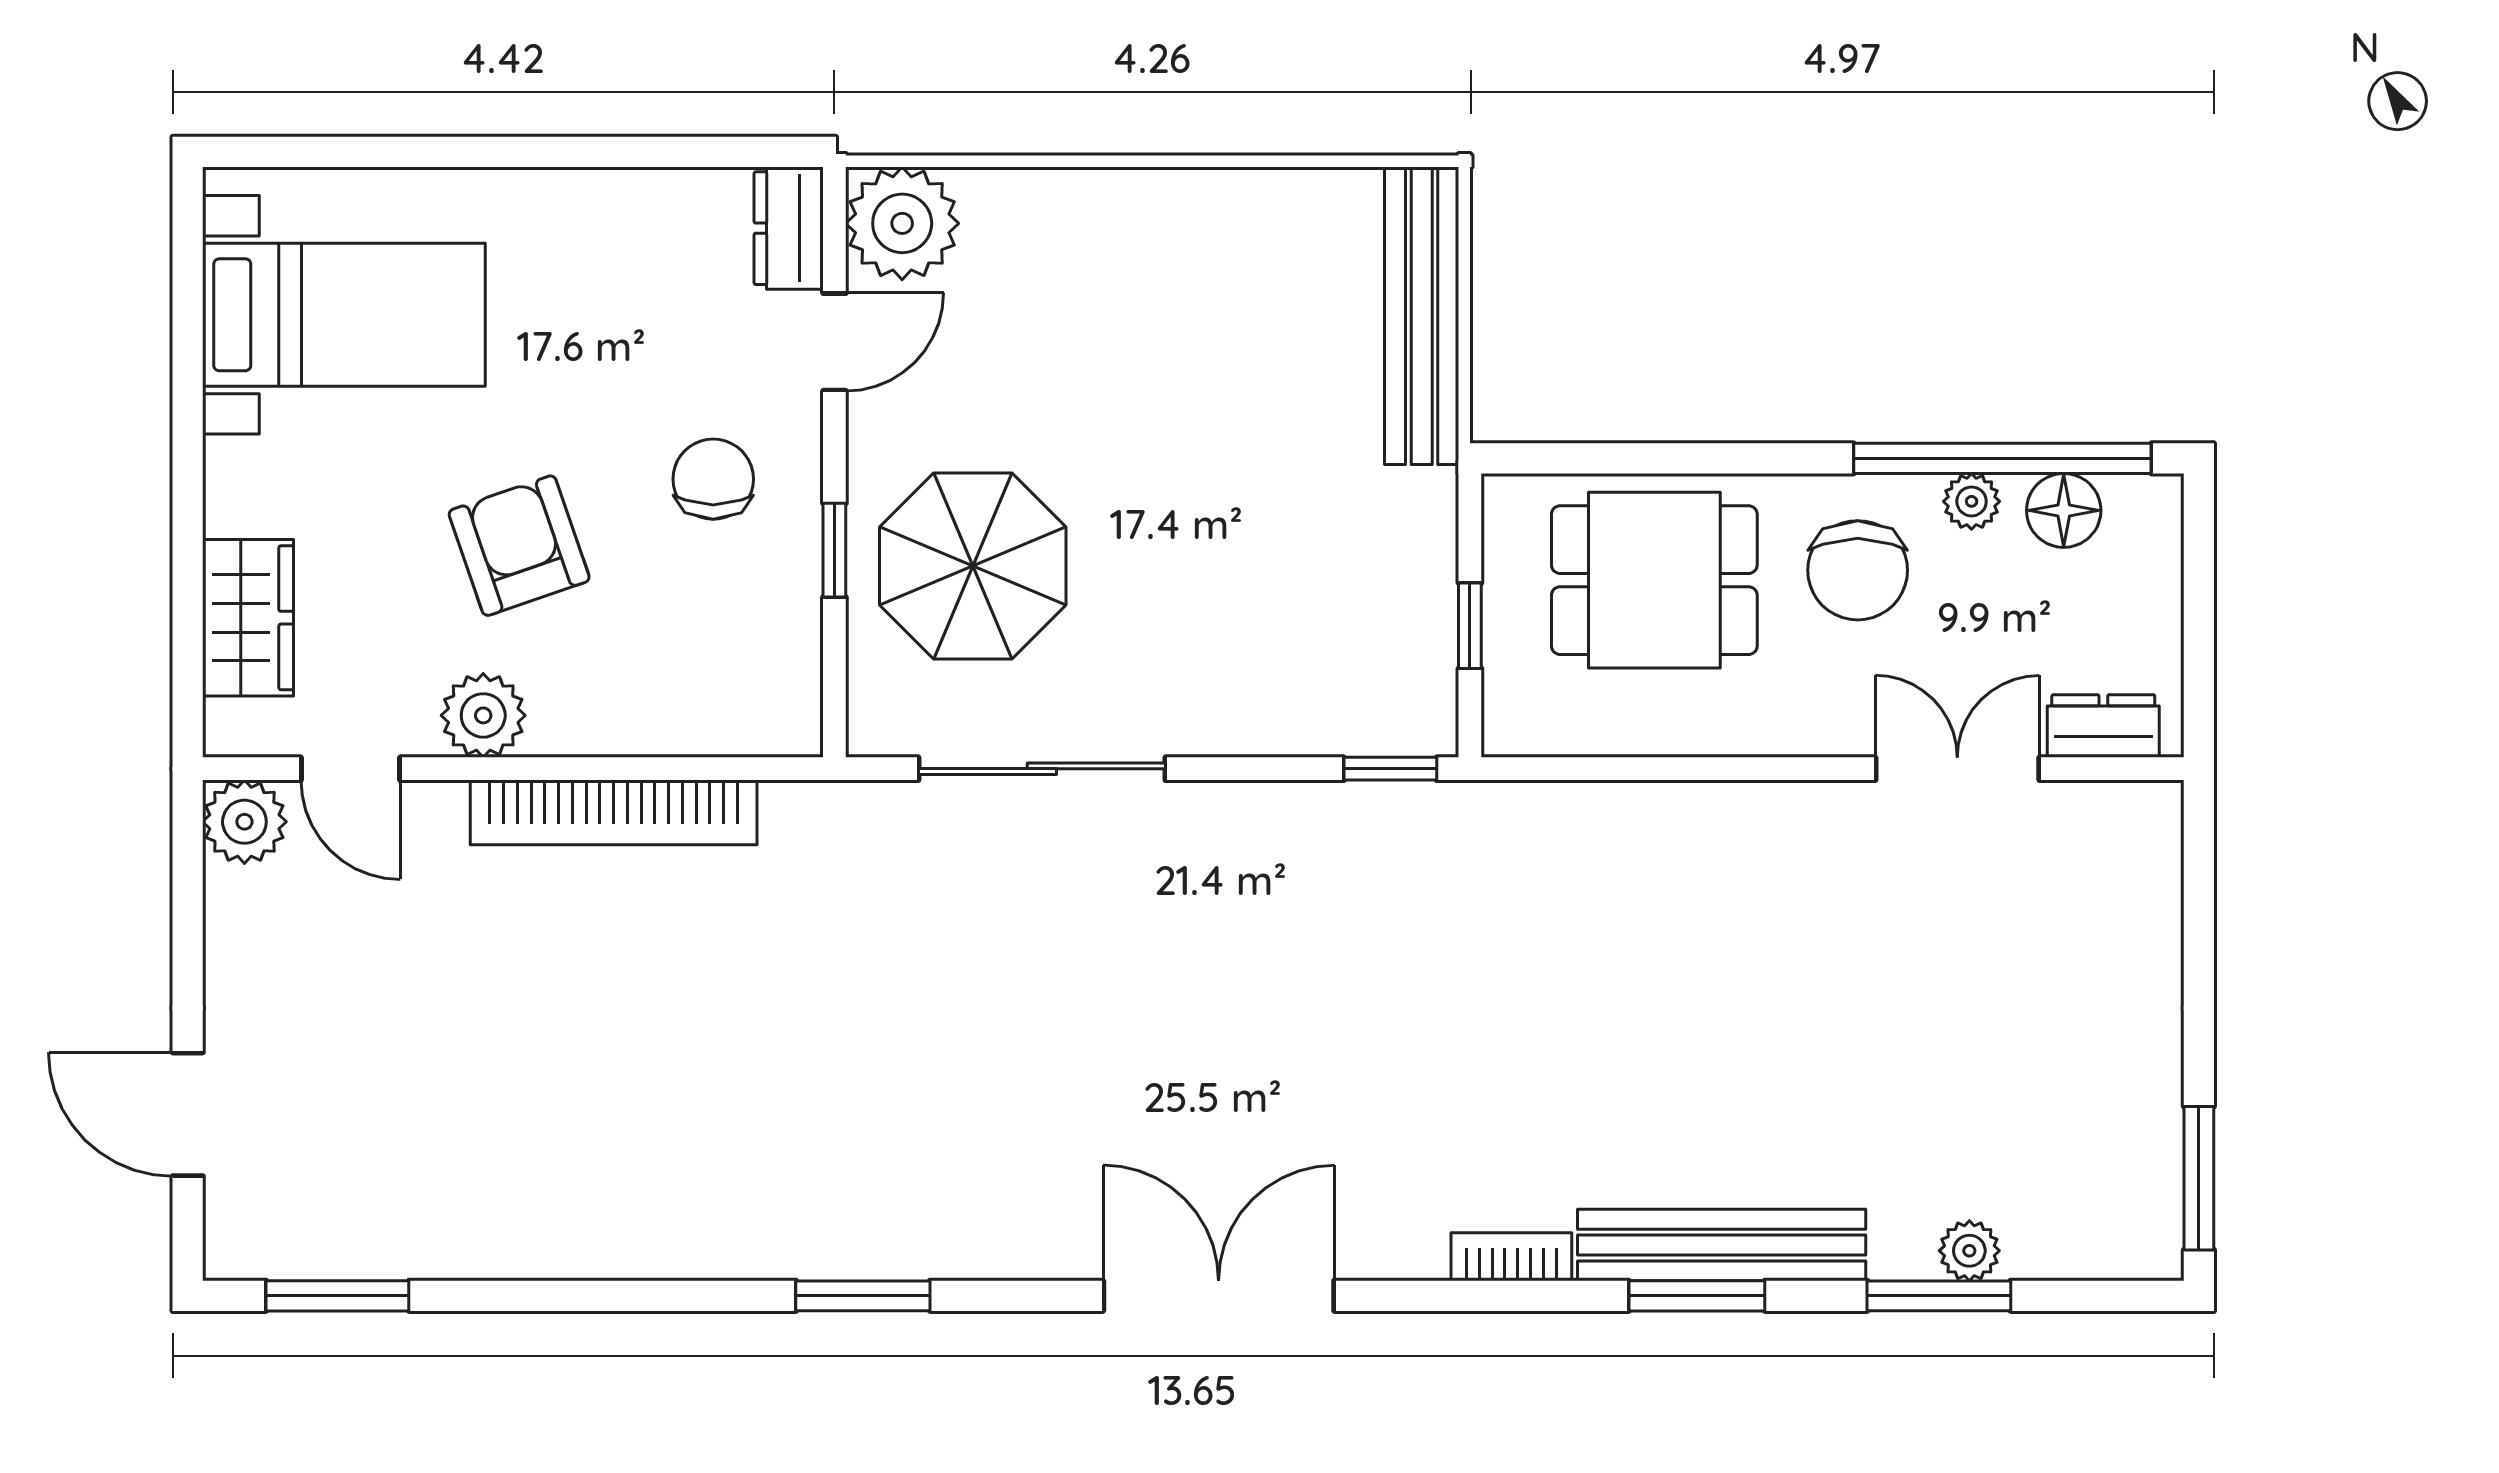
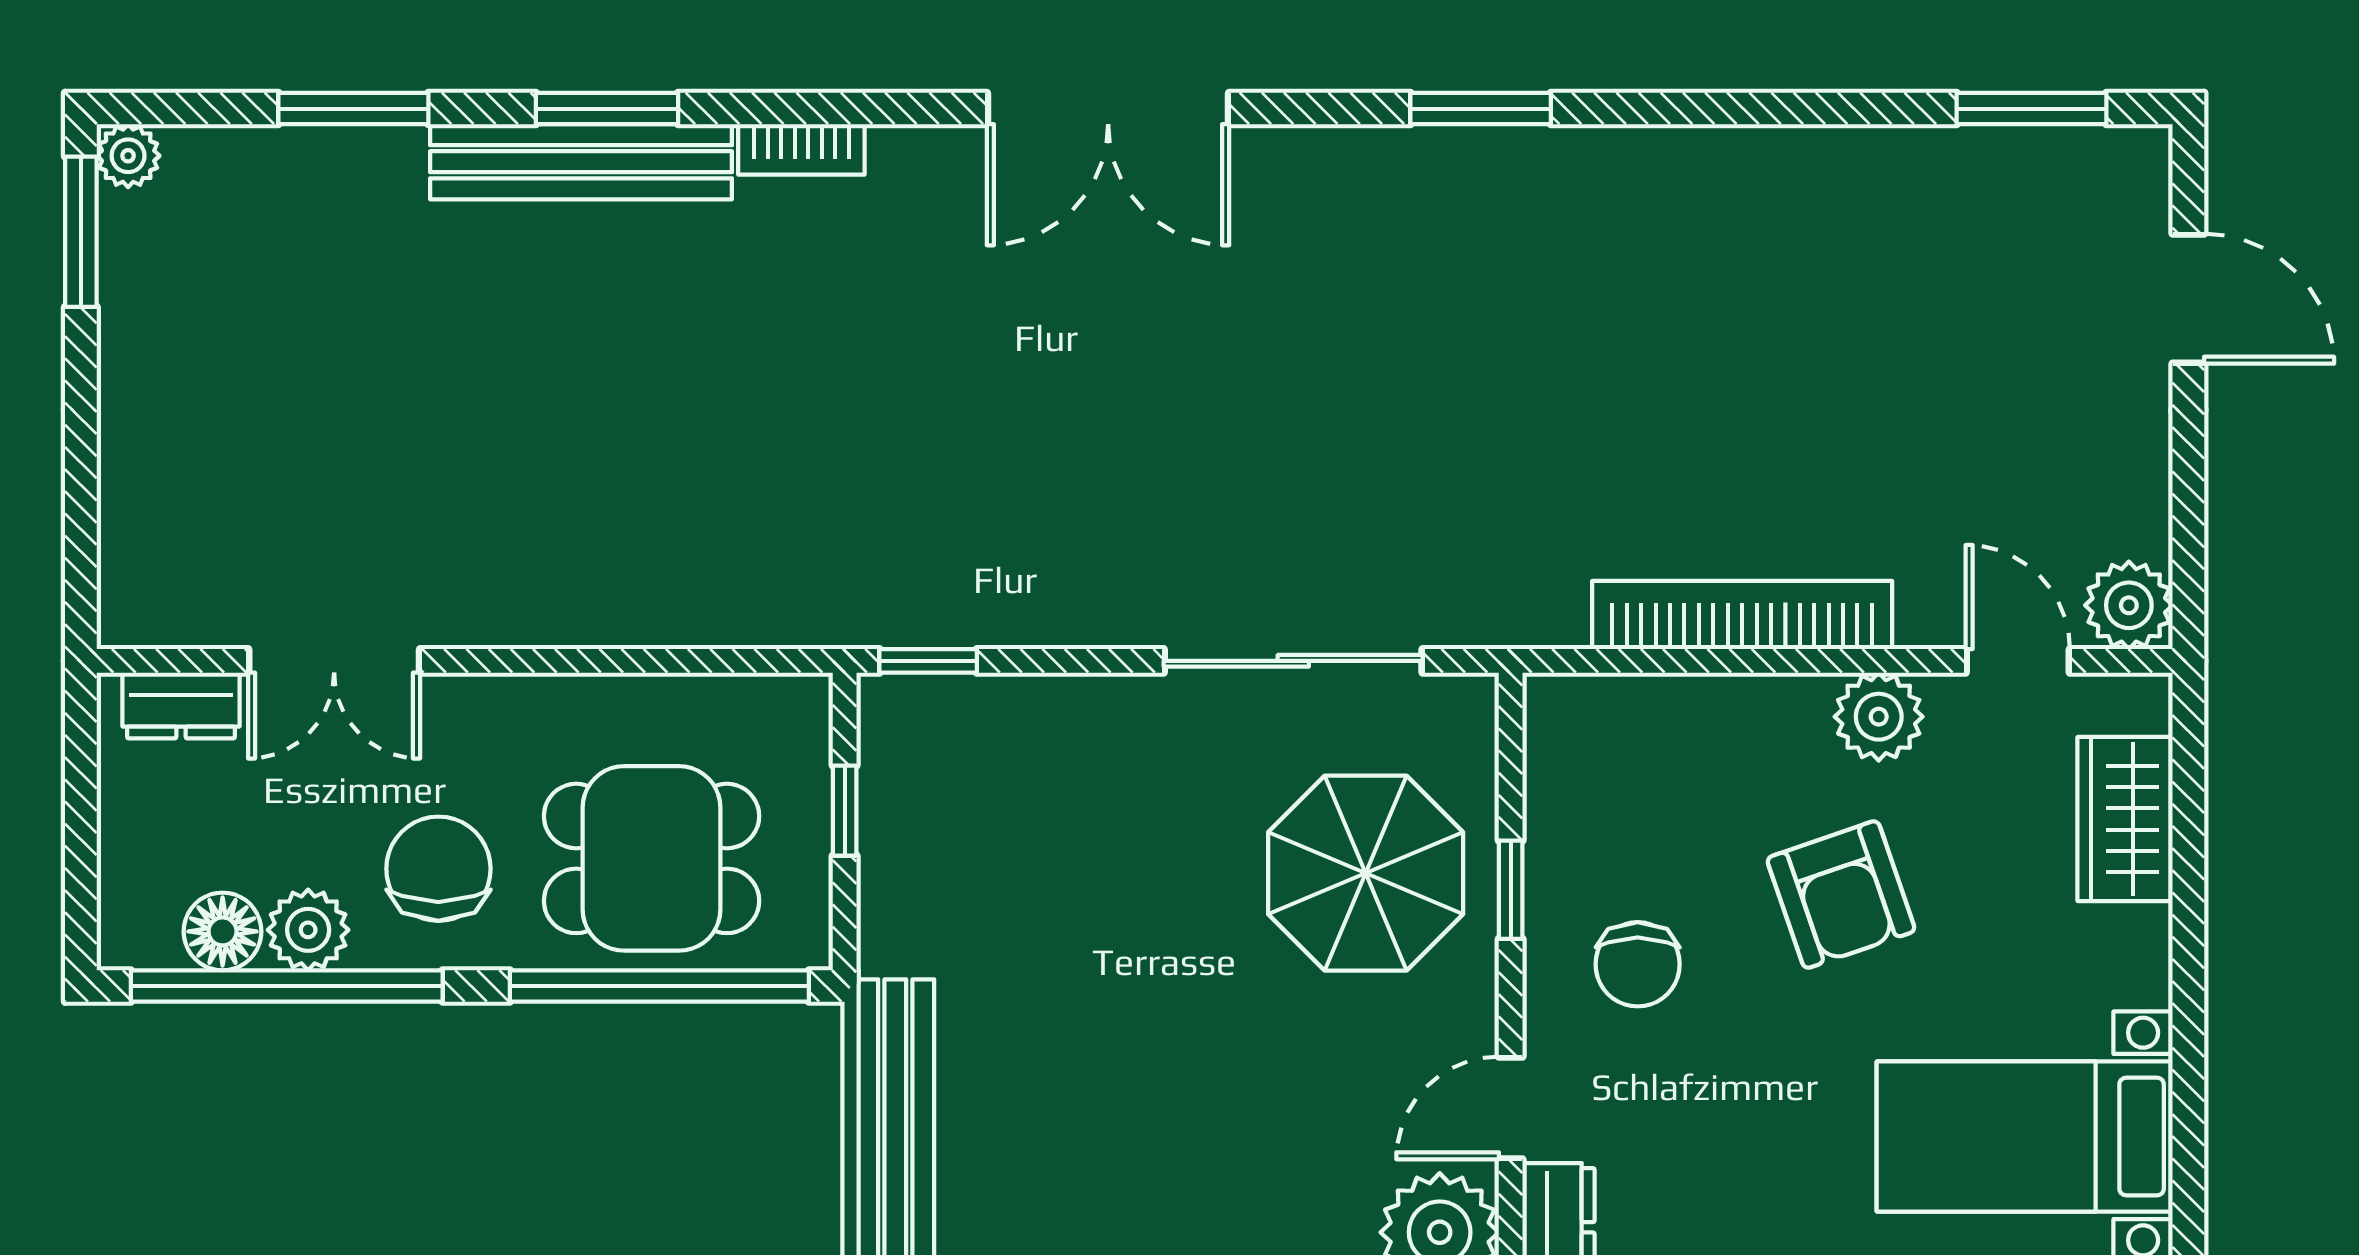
window: (1647, 458) -> (659, 986), added
plant: (1972, 501) -> (308, 930), width x1.38, depth x1.38
plant: (1969, 1251) -> (128, 156), moved

